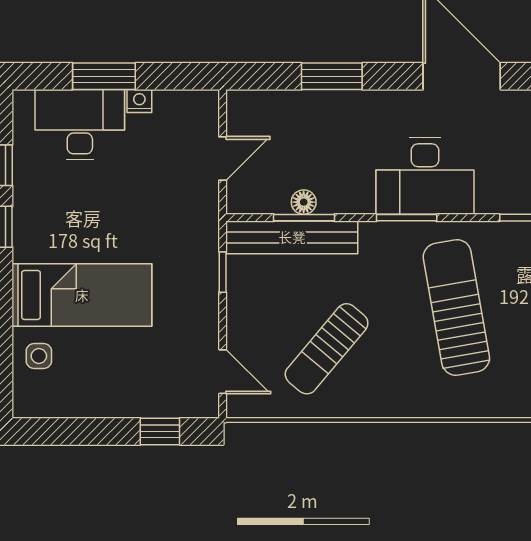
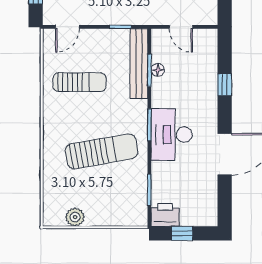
window: (332, 76) -> (225, 85), width x0.67
sun lounger: (327, 349) -> (80, 82), turned 140

